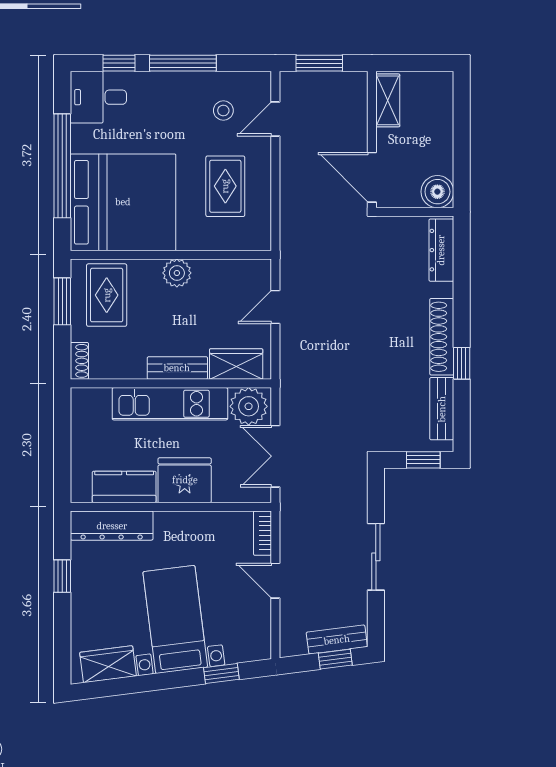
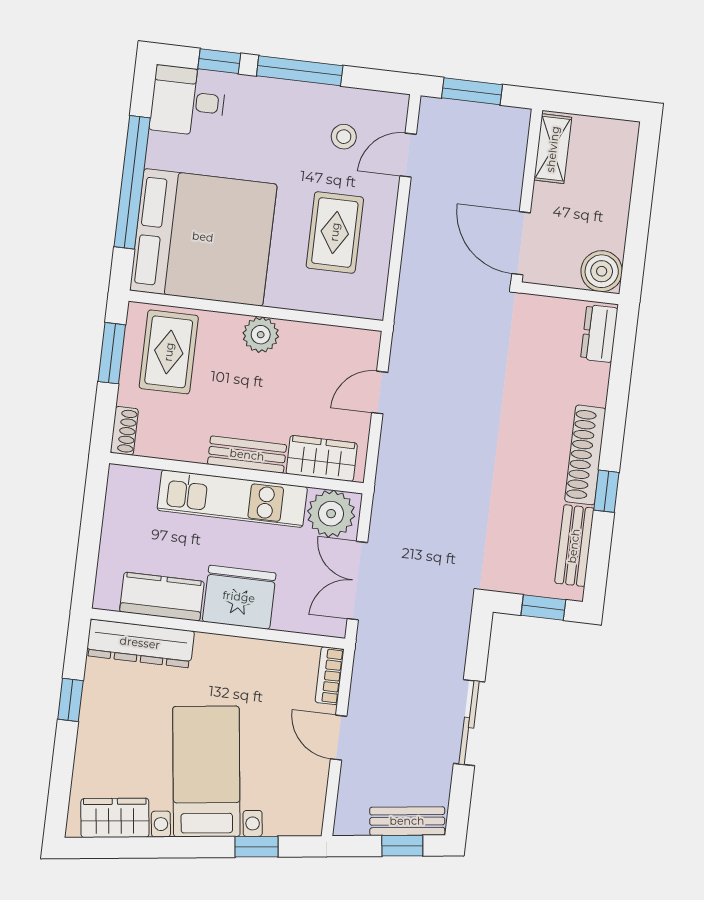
dresser: (441, 250) -> (599, 334), width x0.70

